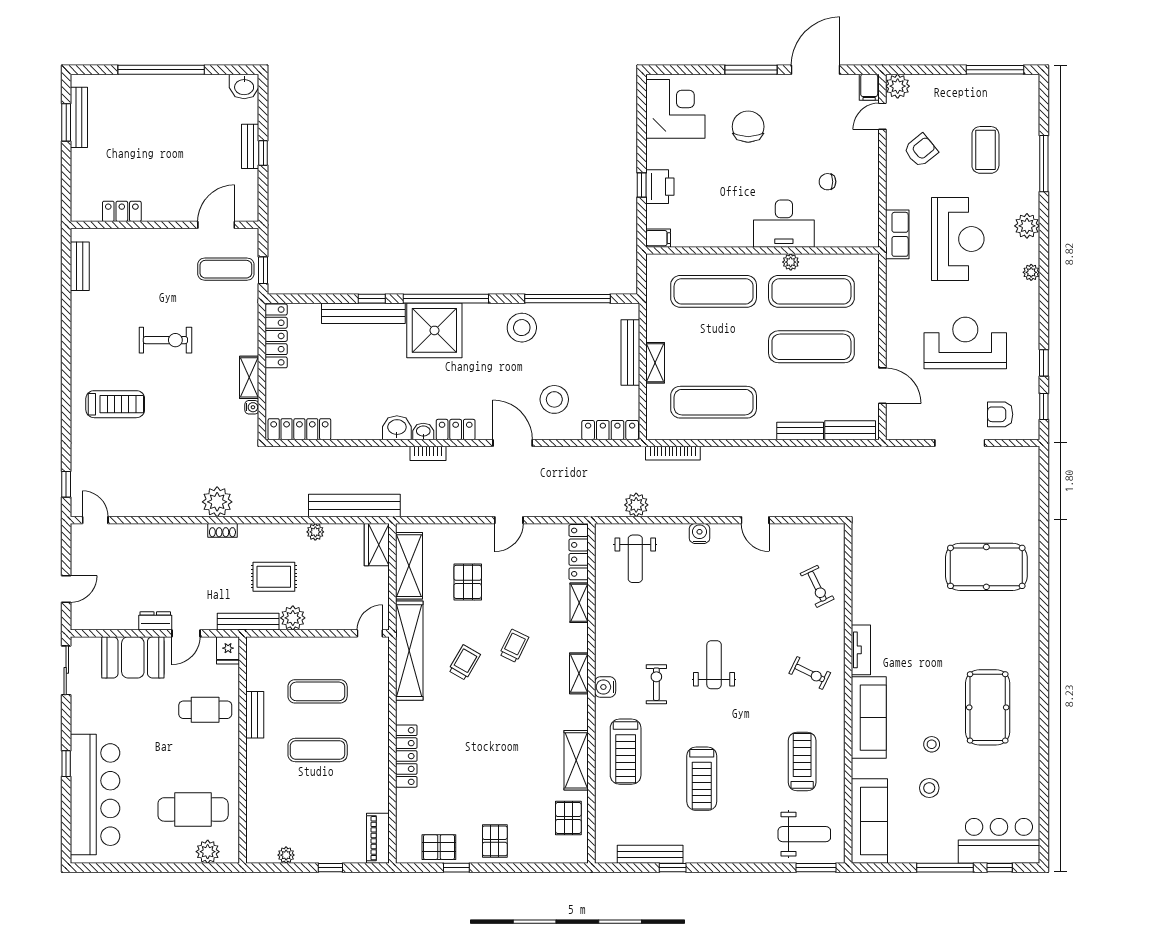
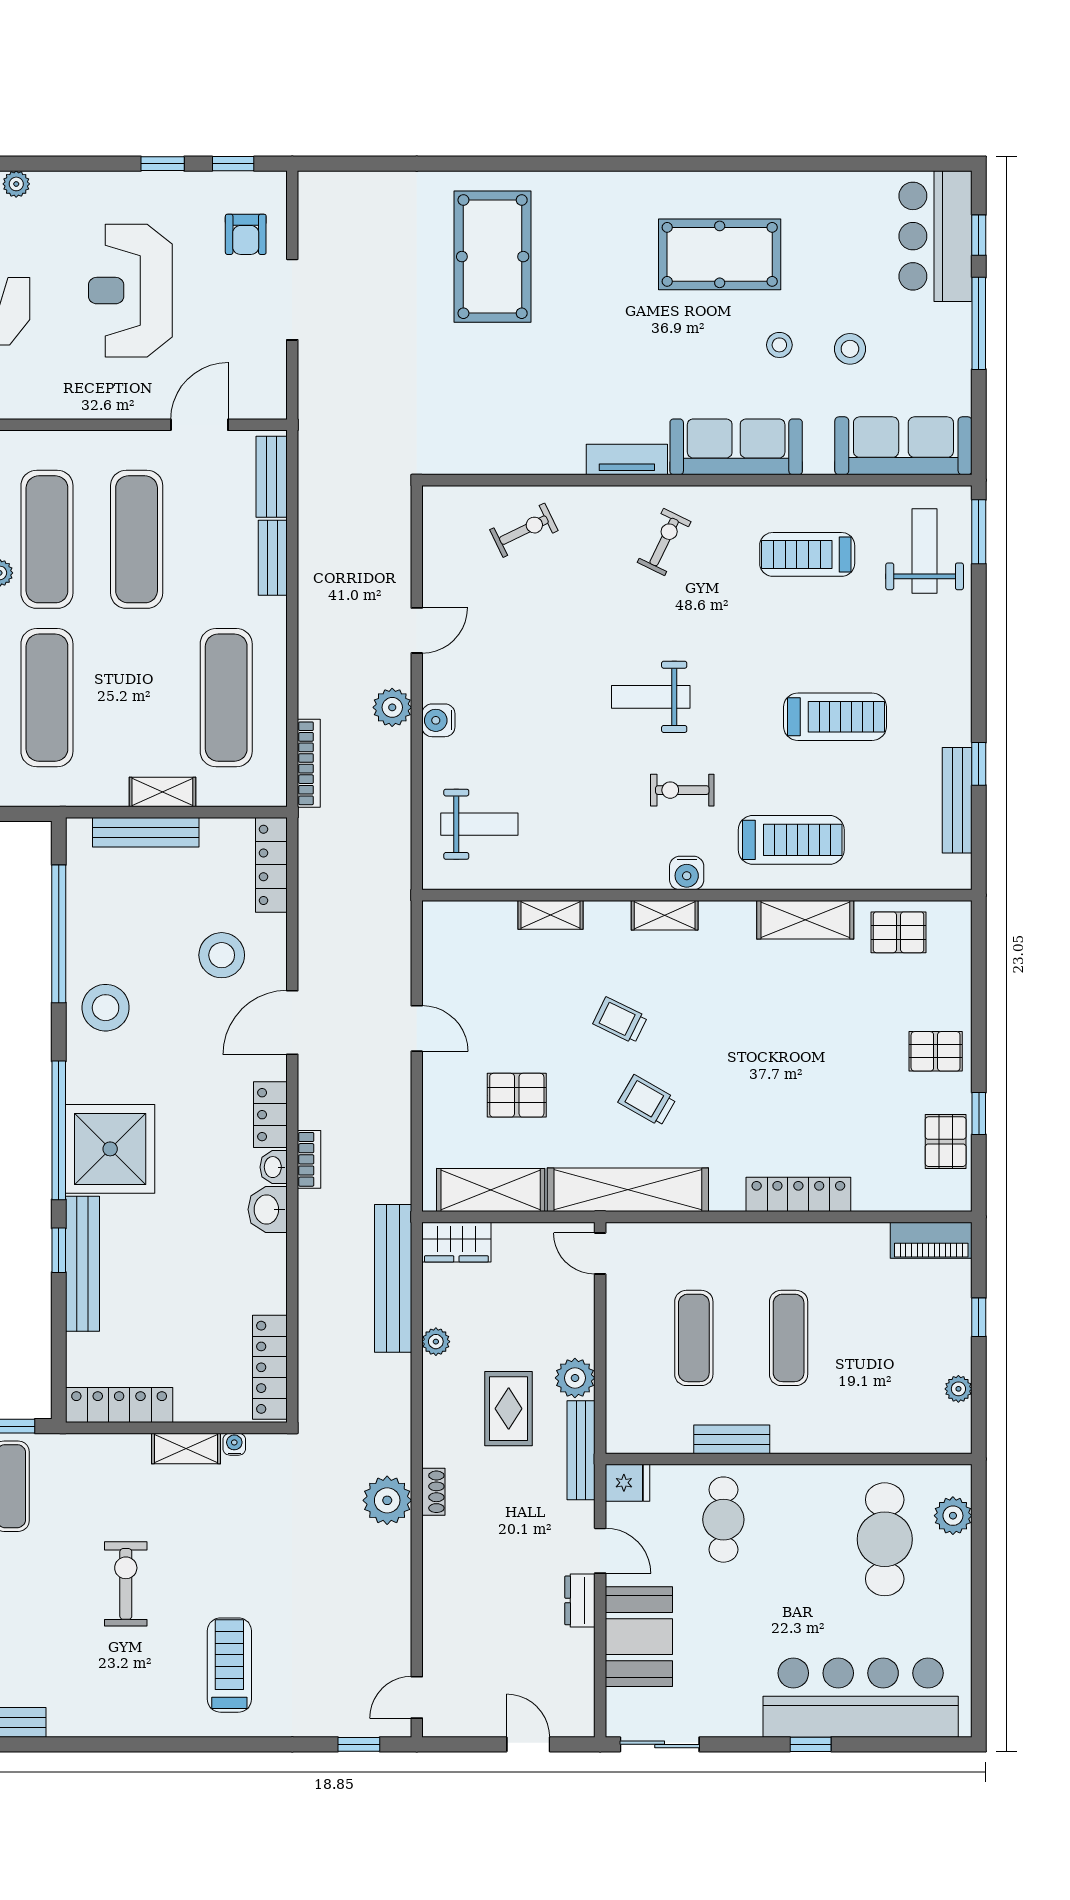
plant: (636, 505) -> (392, 707), moved
locker: (579, 552) -> (469, 916), removed

